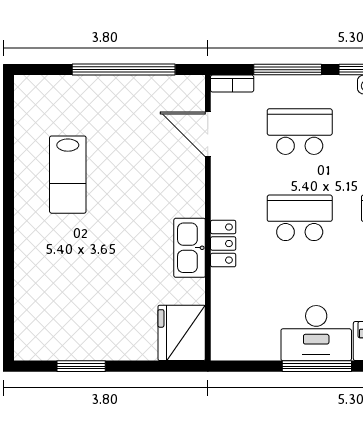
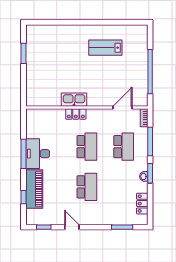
fridge: (182, 333) -> (38, 96), removed

